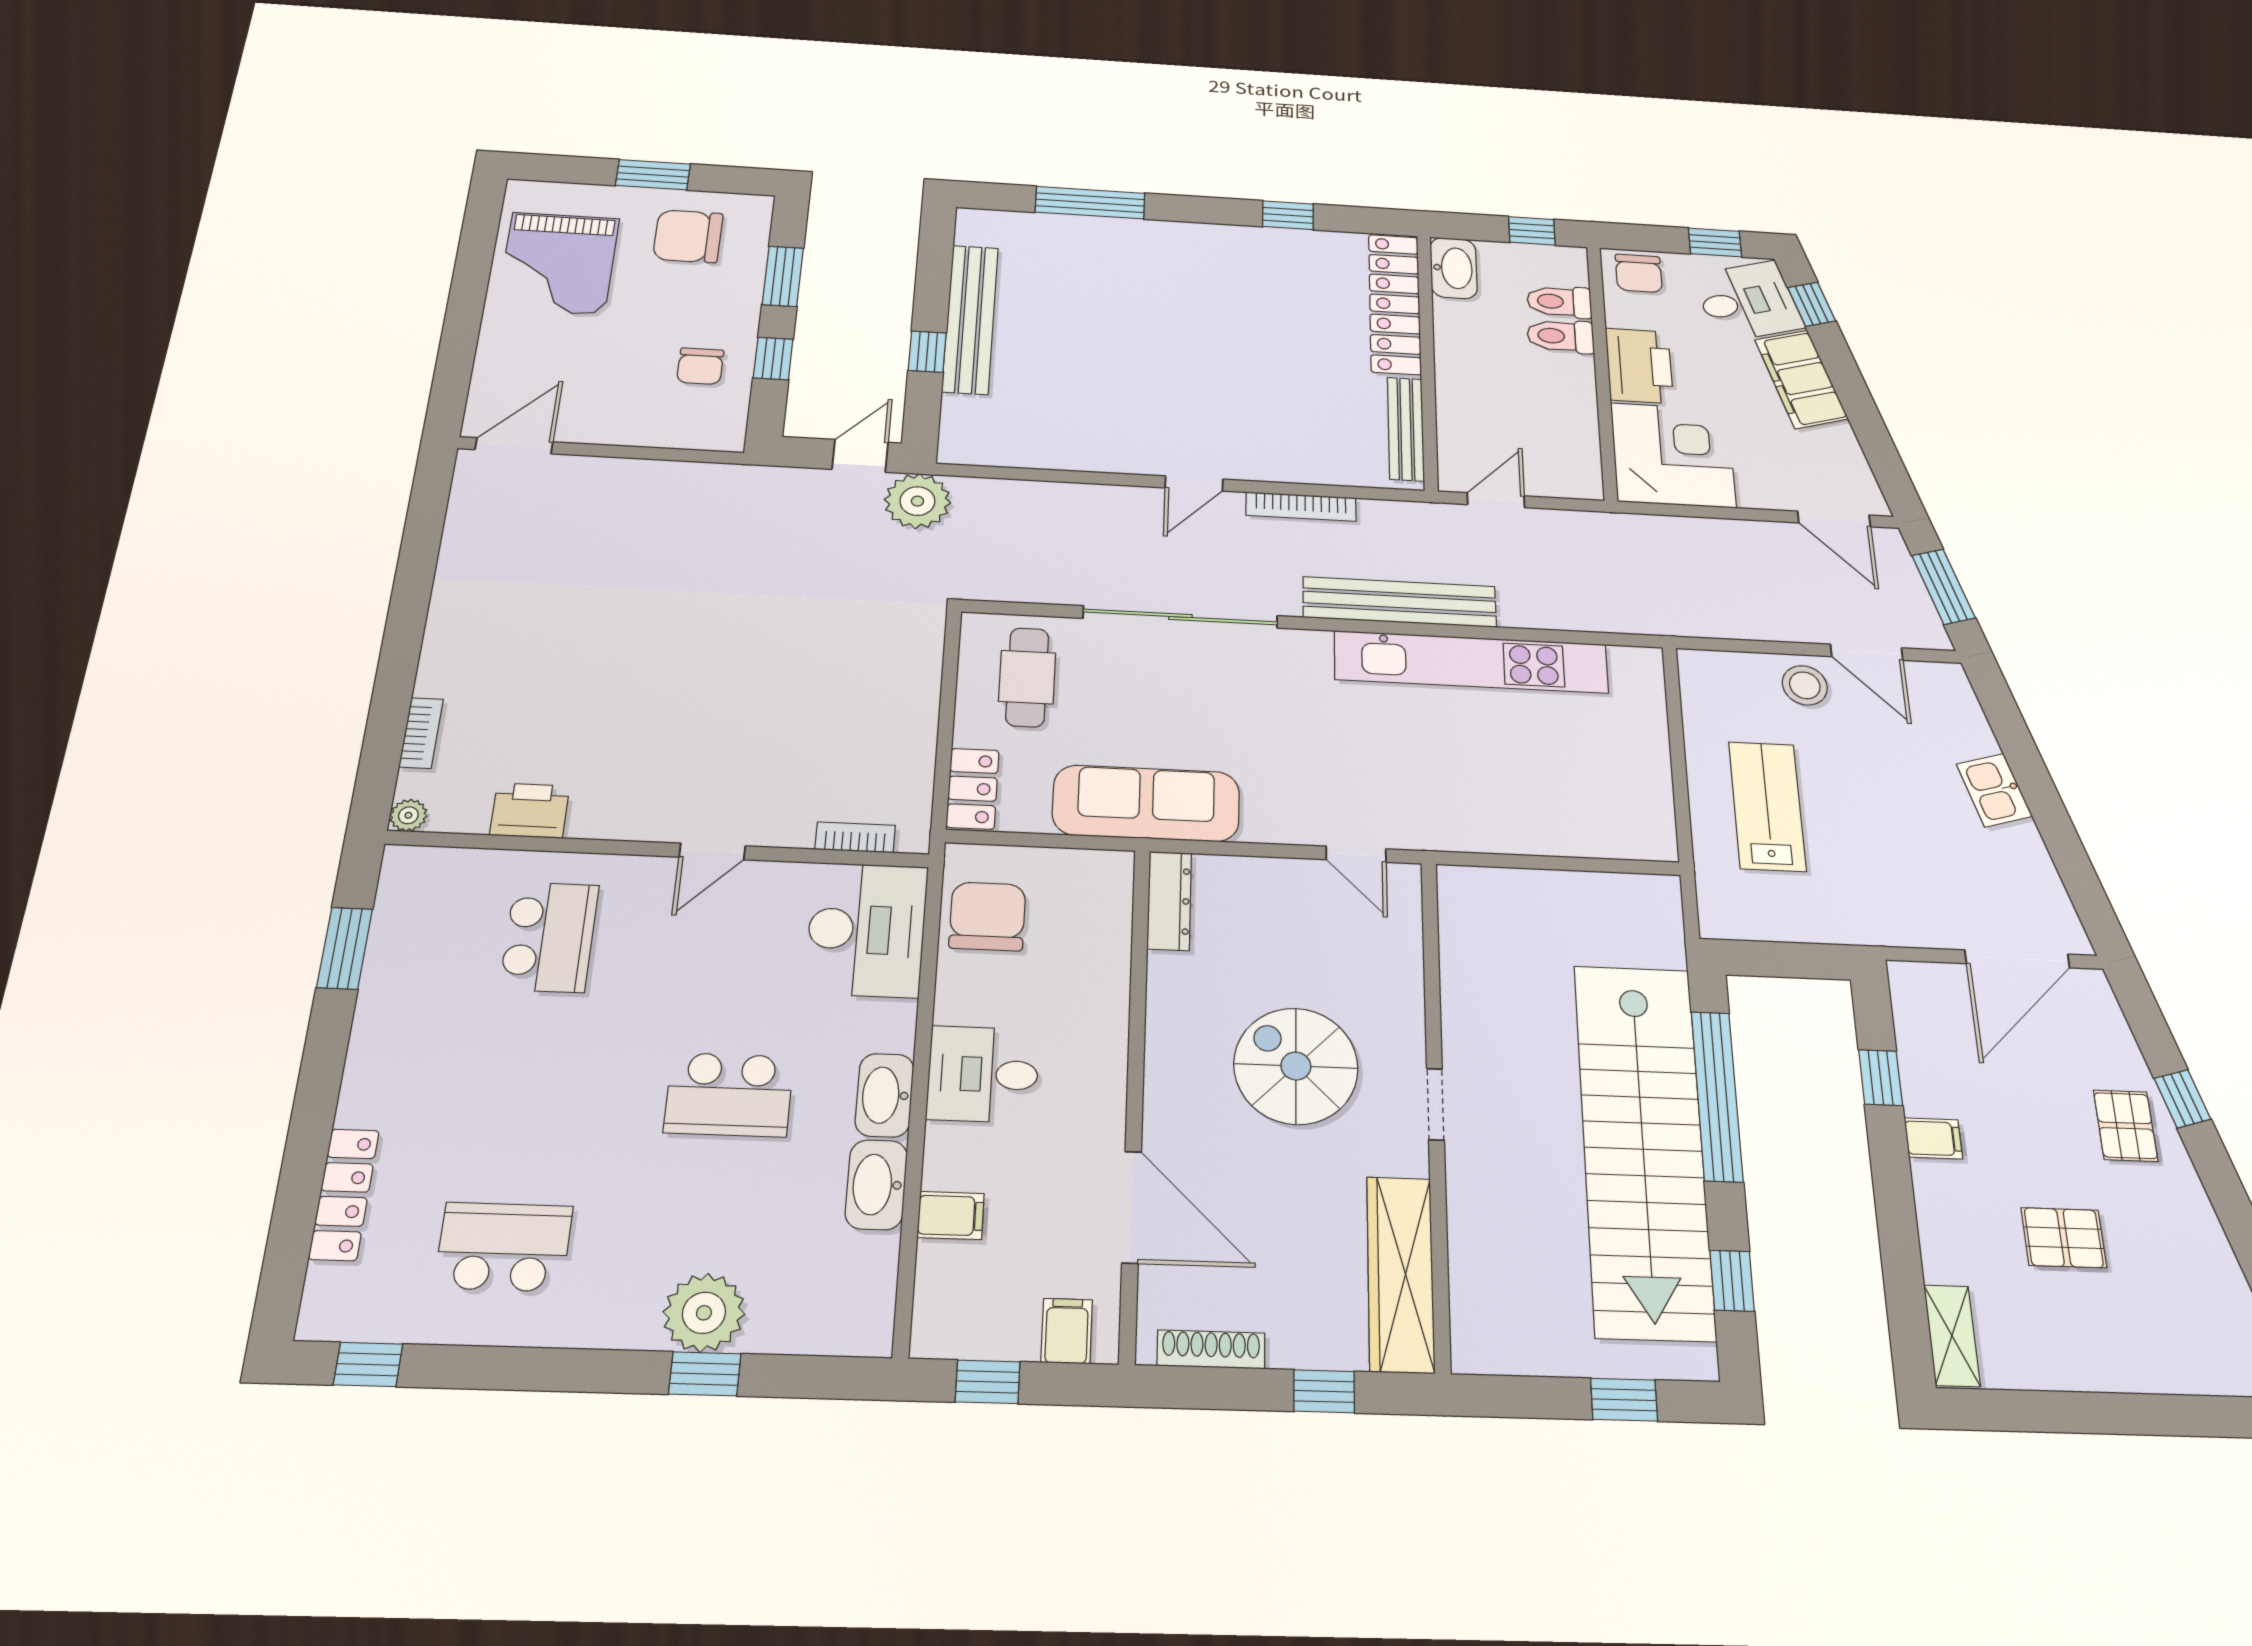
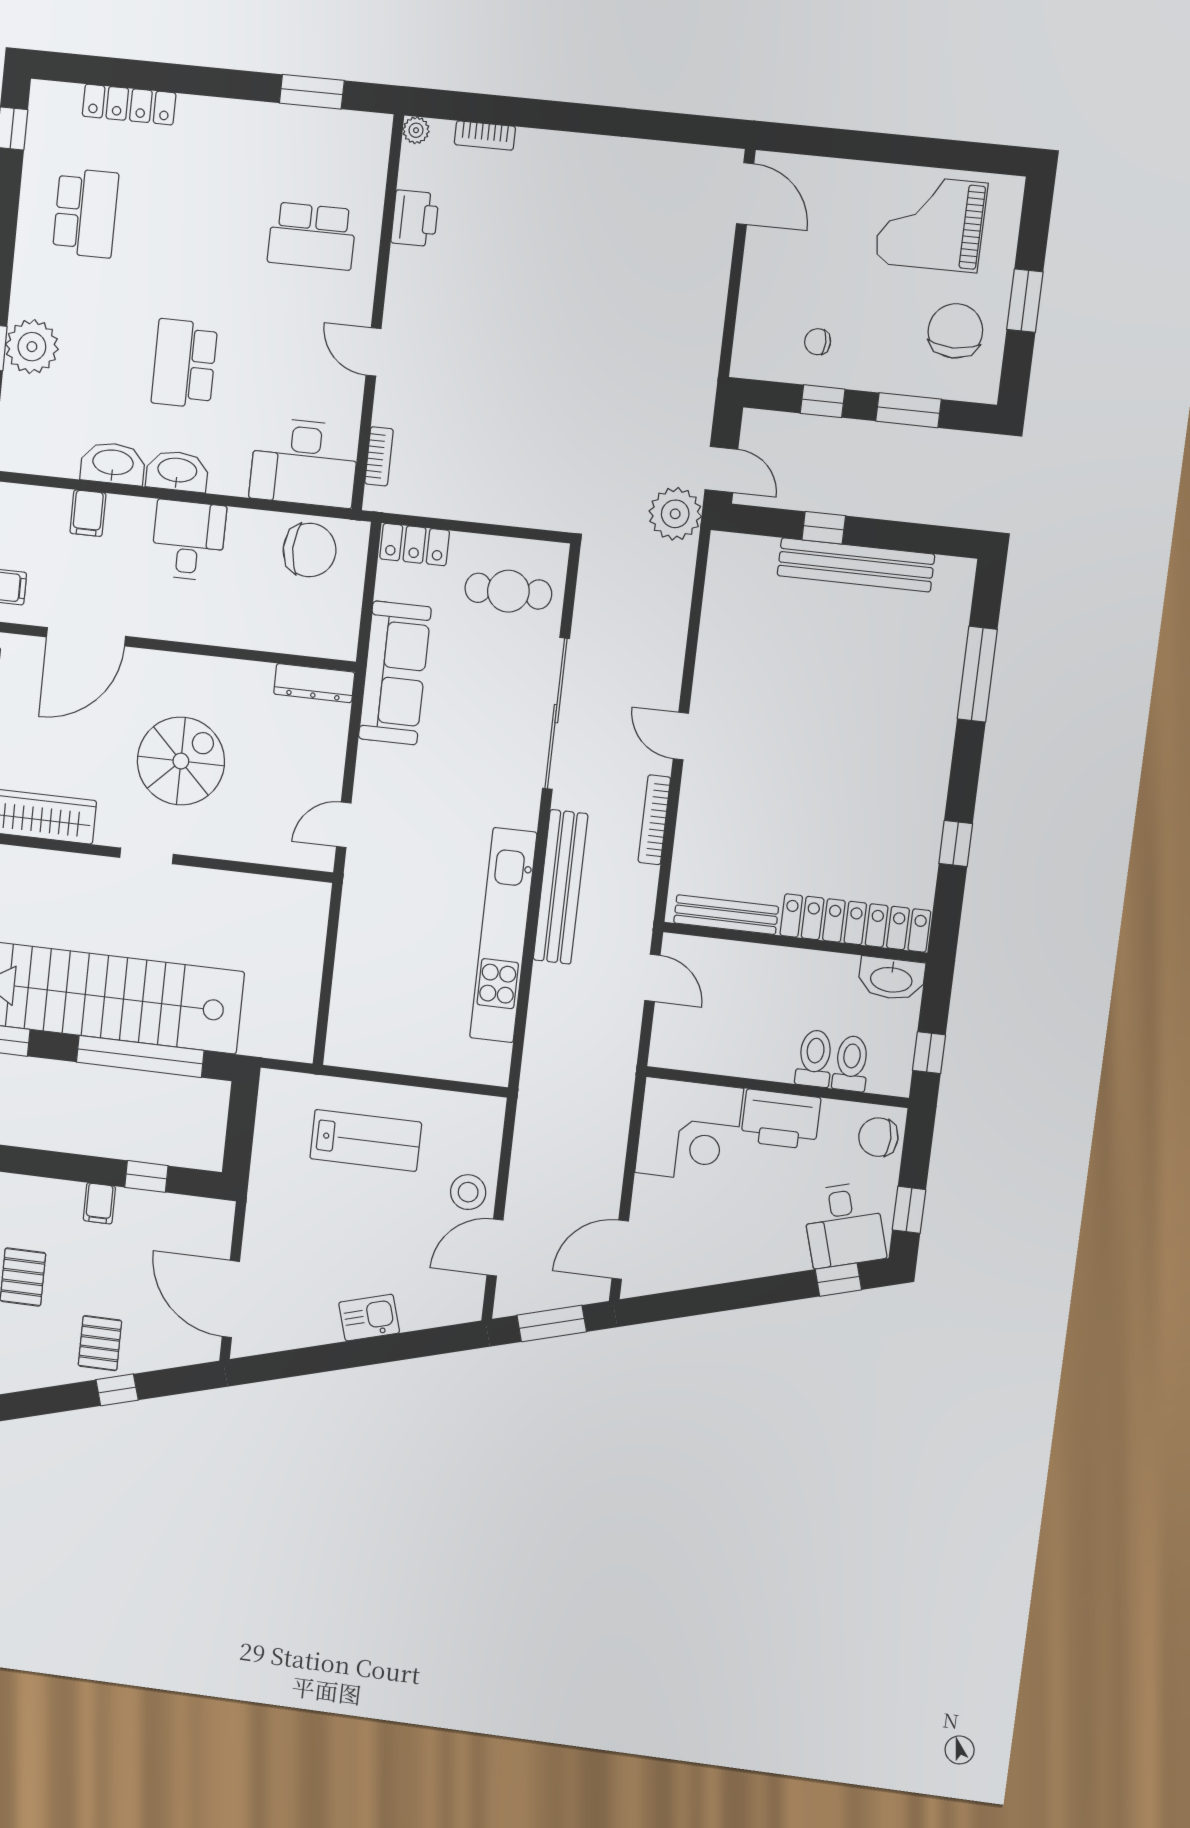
chair: (700, 366) -> (818, 342), width x0.73, depth x0.73
filing cabinet: (1801, 379) -> (760, 1253), removed
pallet: (2126, 1126) -> (100, 1343), turned 90

